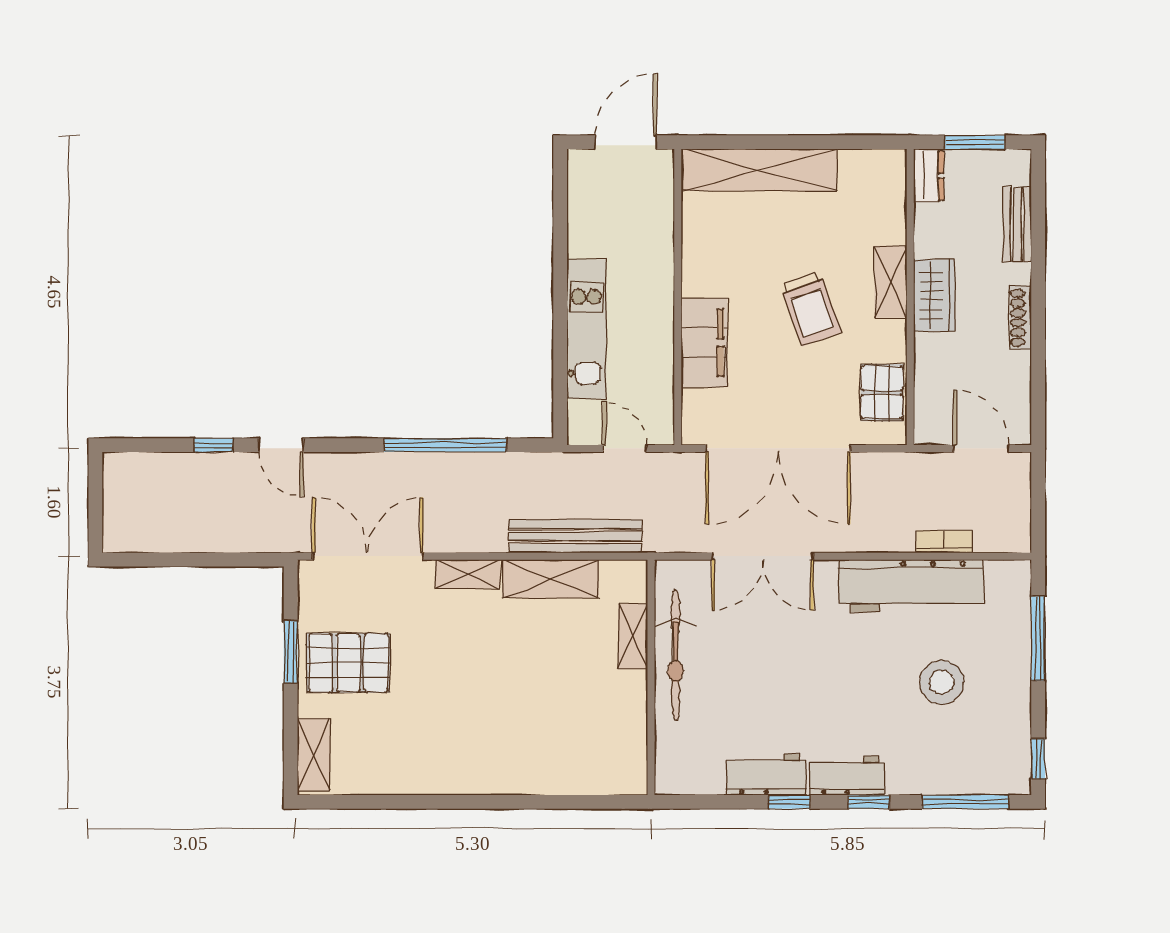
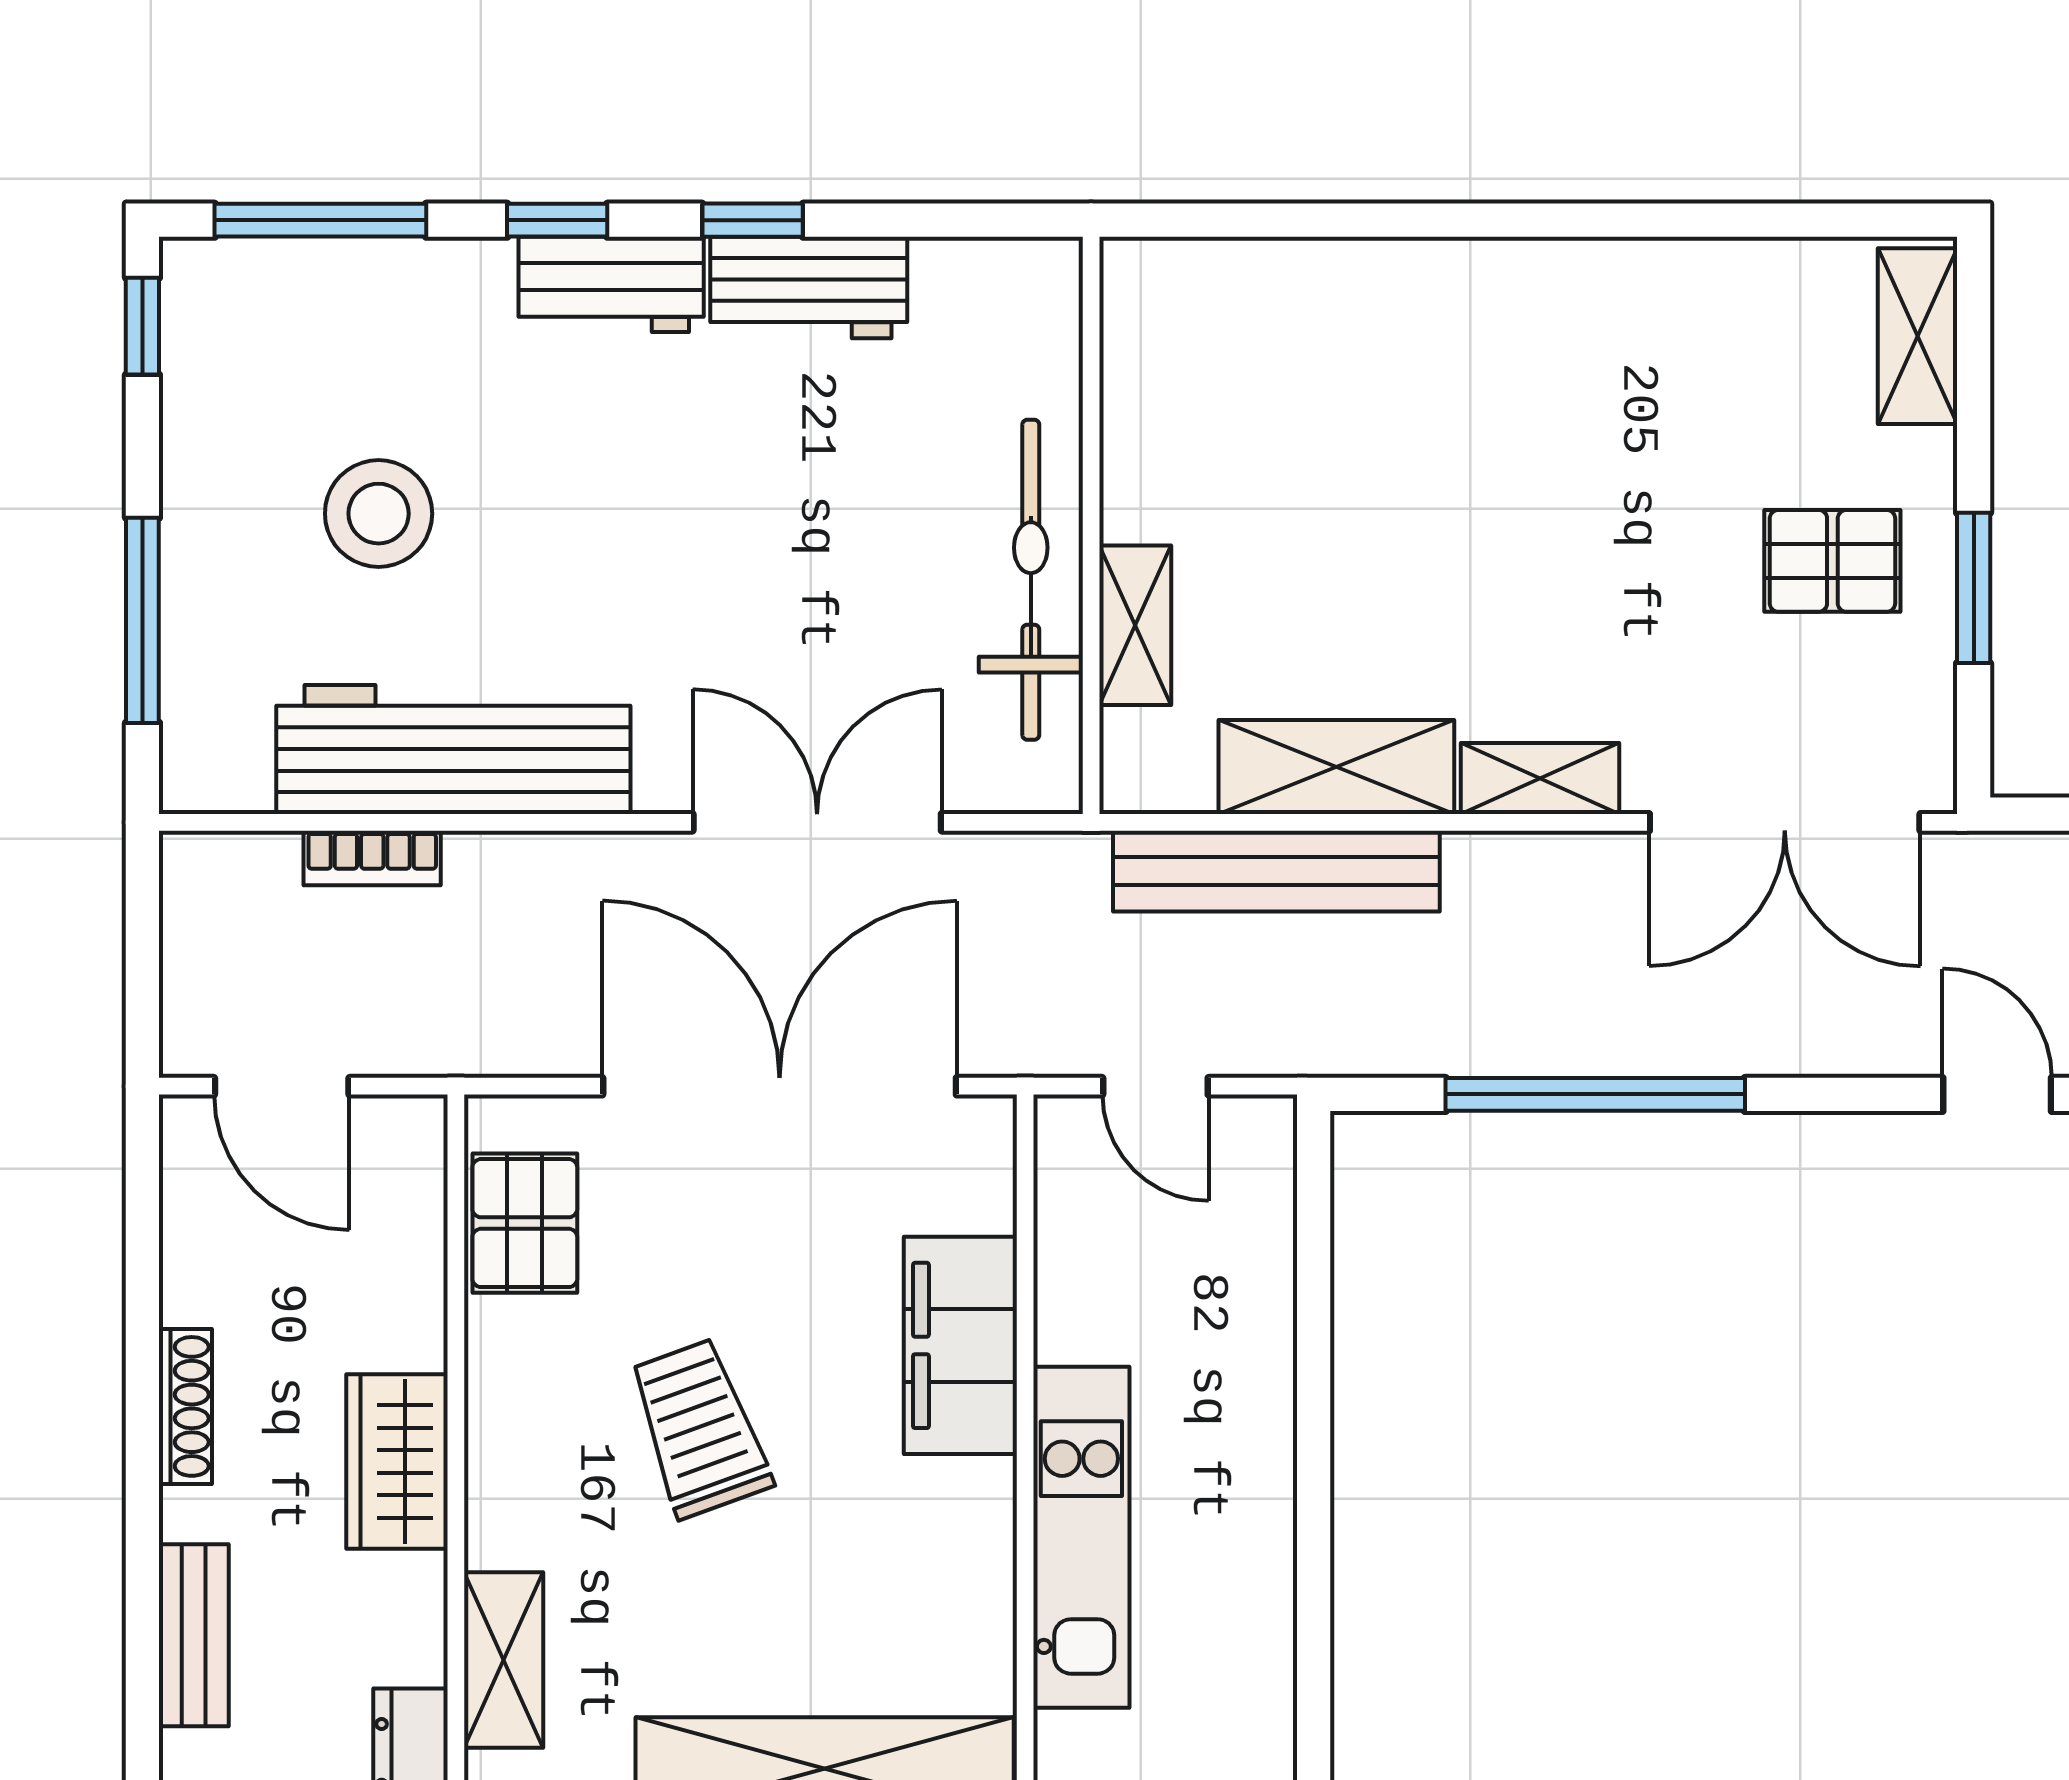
shelving: (891, 282) -> (504, 1660), moved
kitchen unit: (586, 329) -> (1081, 1537), moved, turned 180
pallet: (348, 663) -> (1832, 561), width x0.67, depth x0.71

